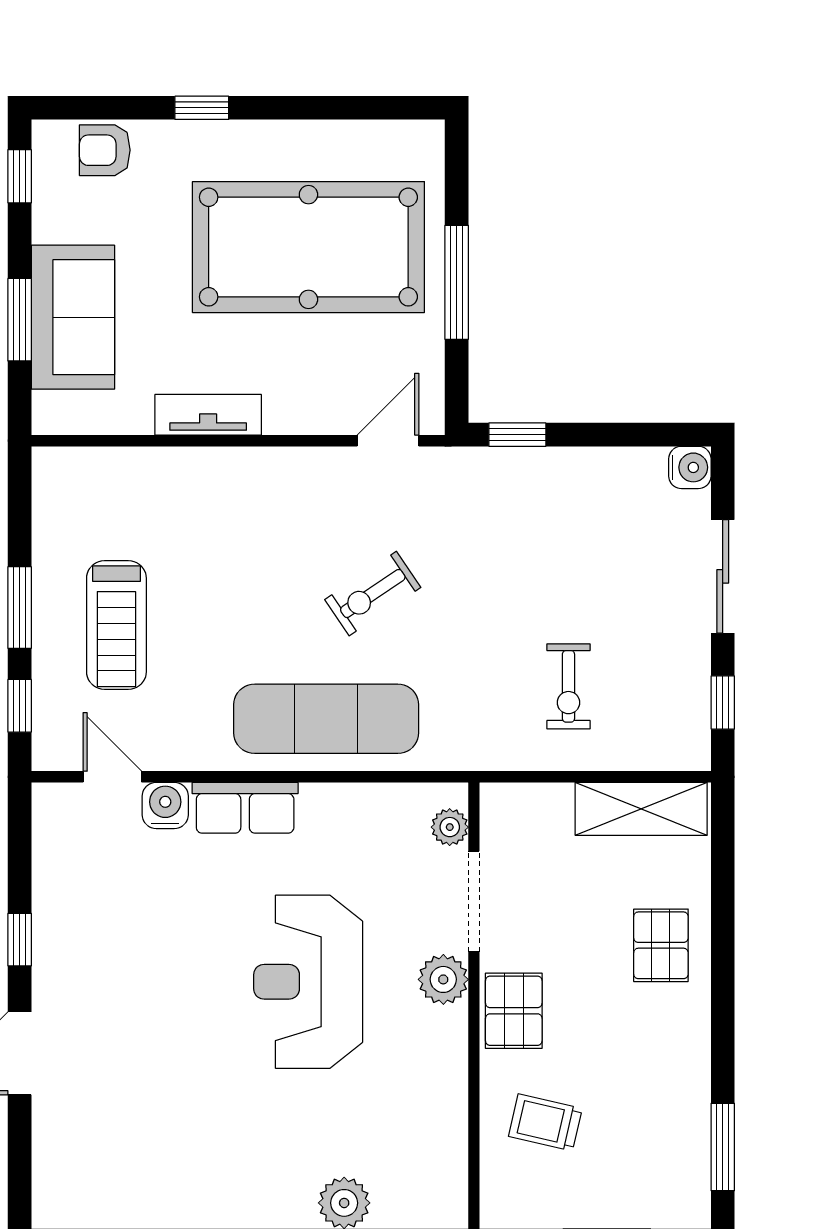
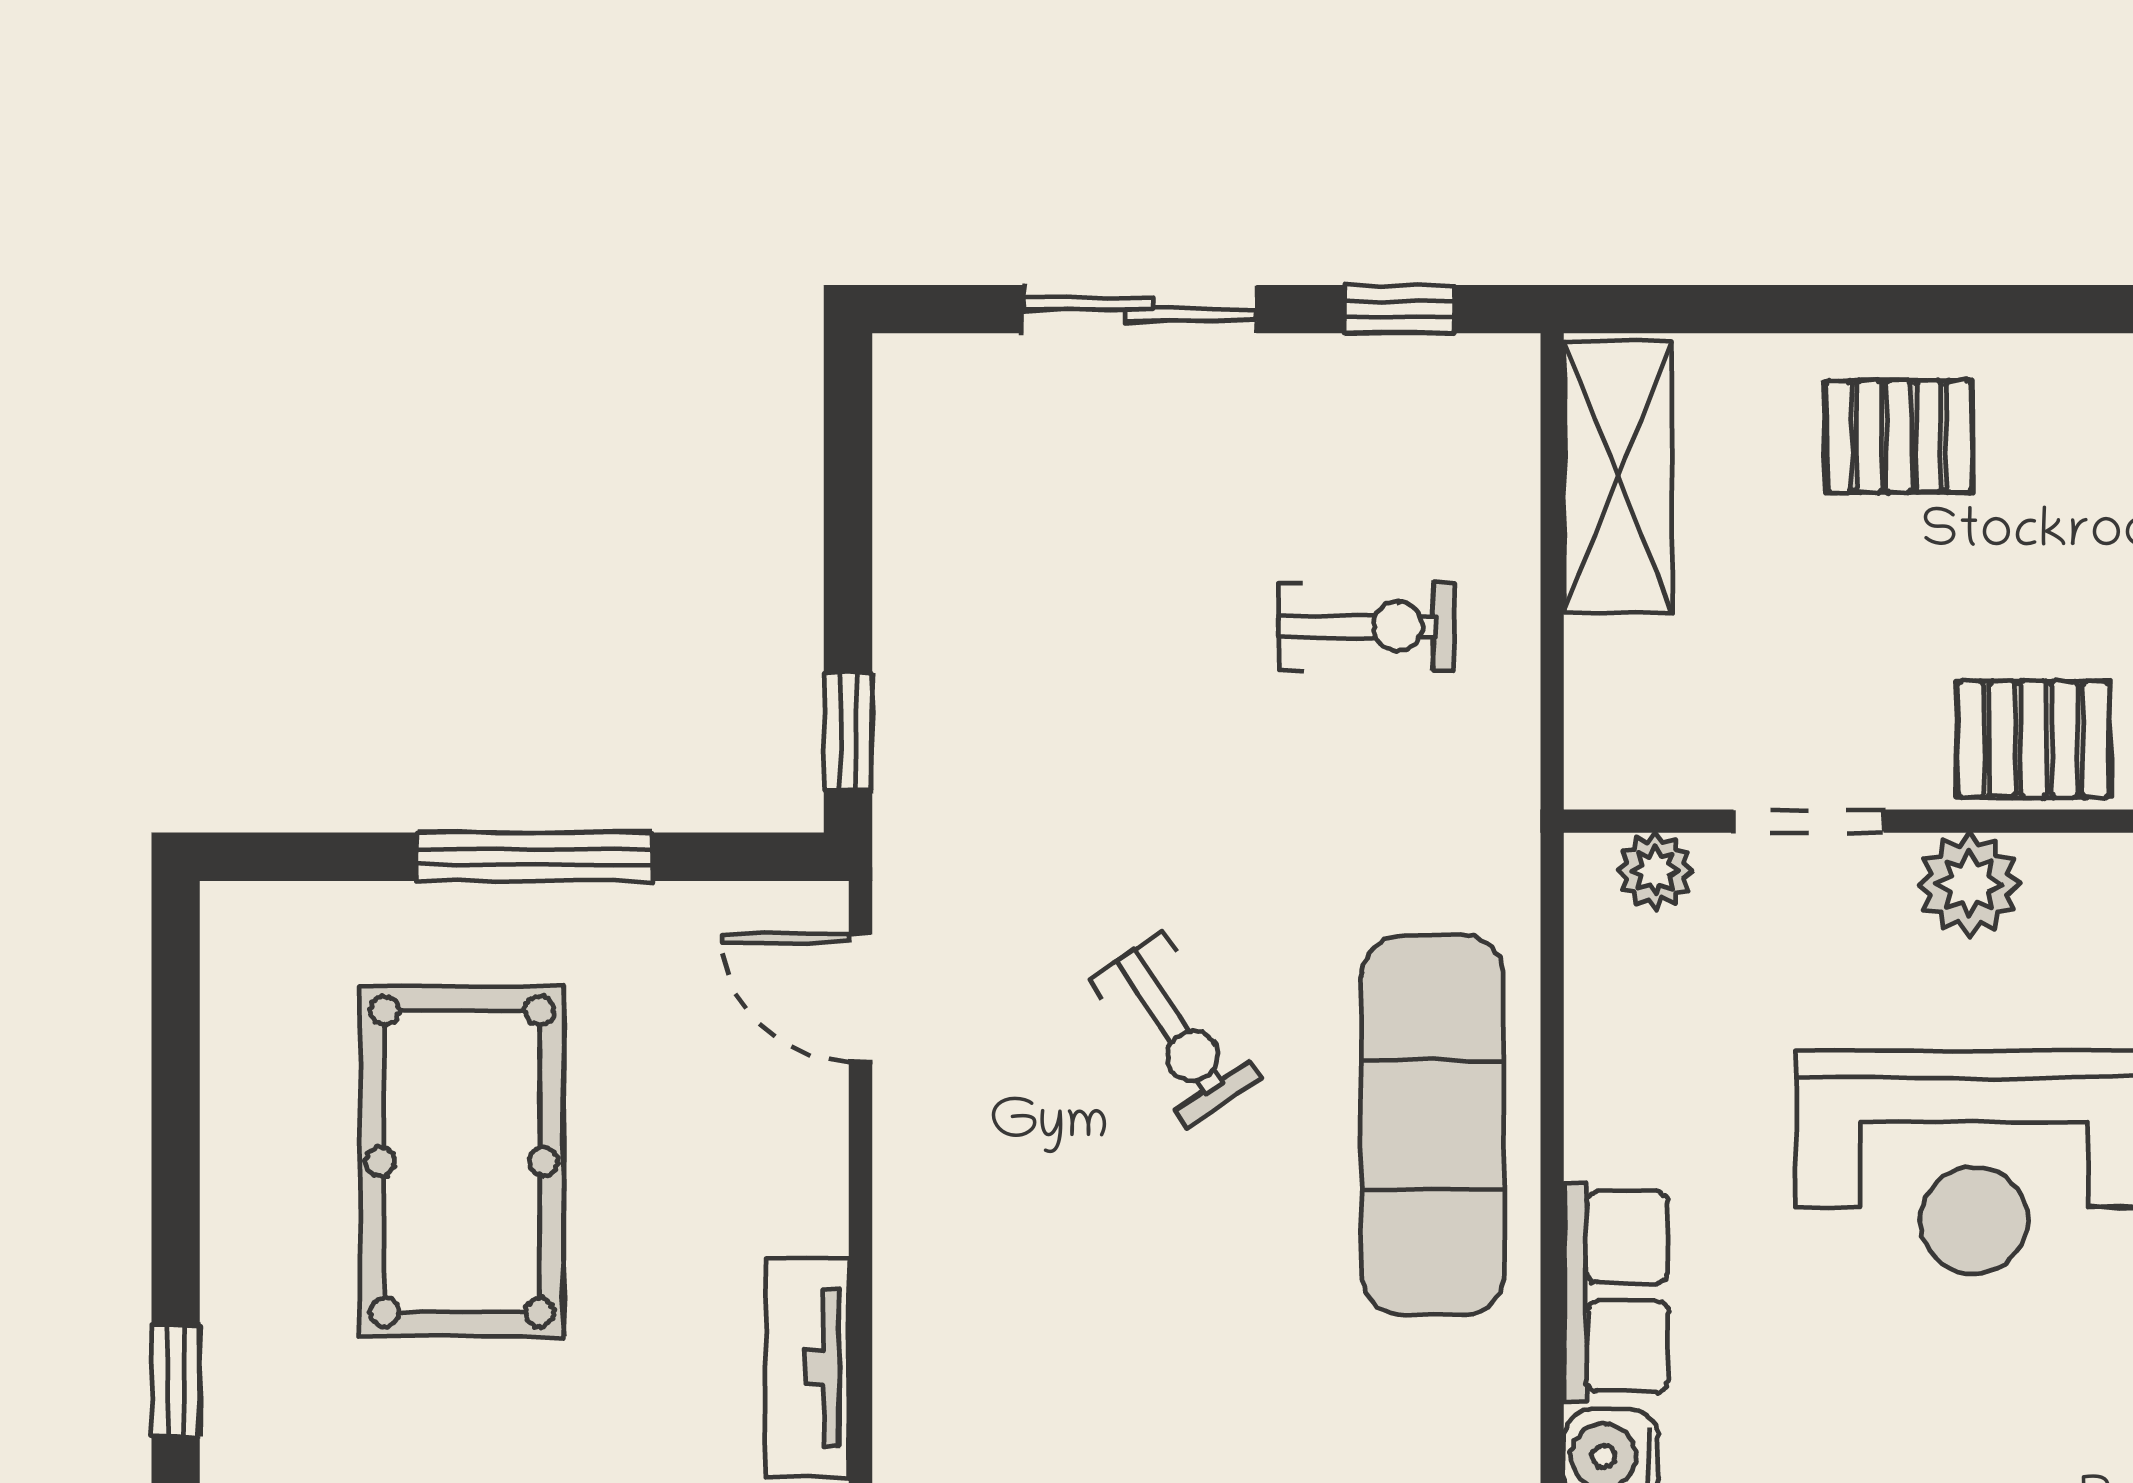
pool table: (308, 247) -> (462, 1162), width x0.73, depth x0.76
water cooler: (690, 467) -> (916, 377), removed
doorway: (474, 901) -> (1808, 821), width x0.73

